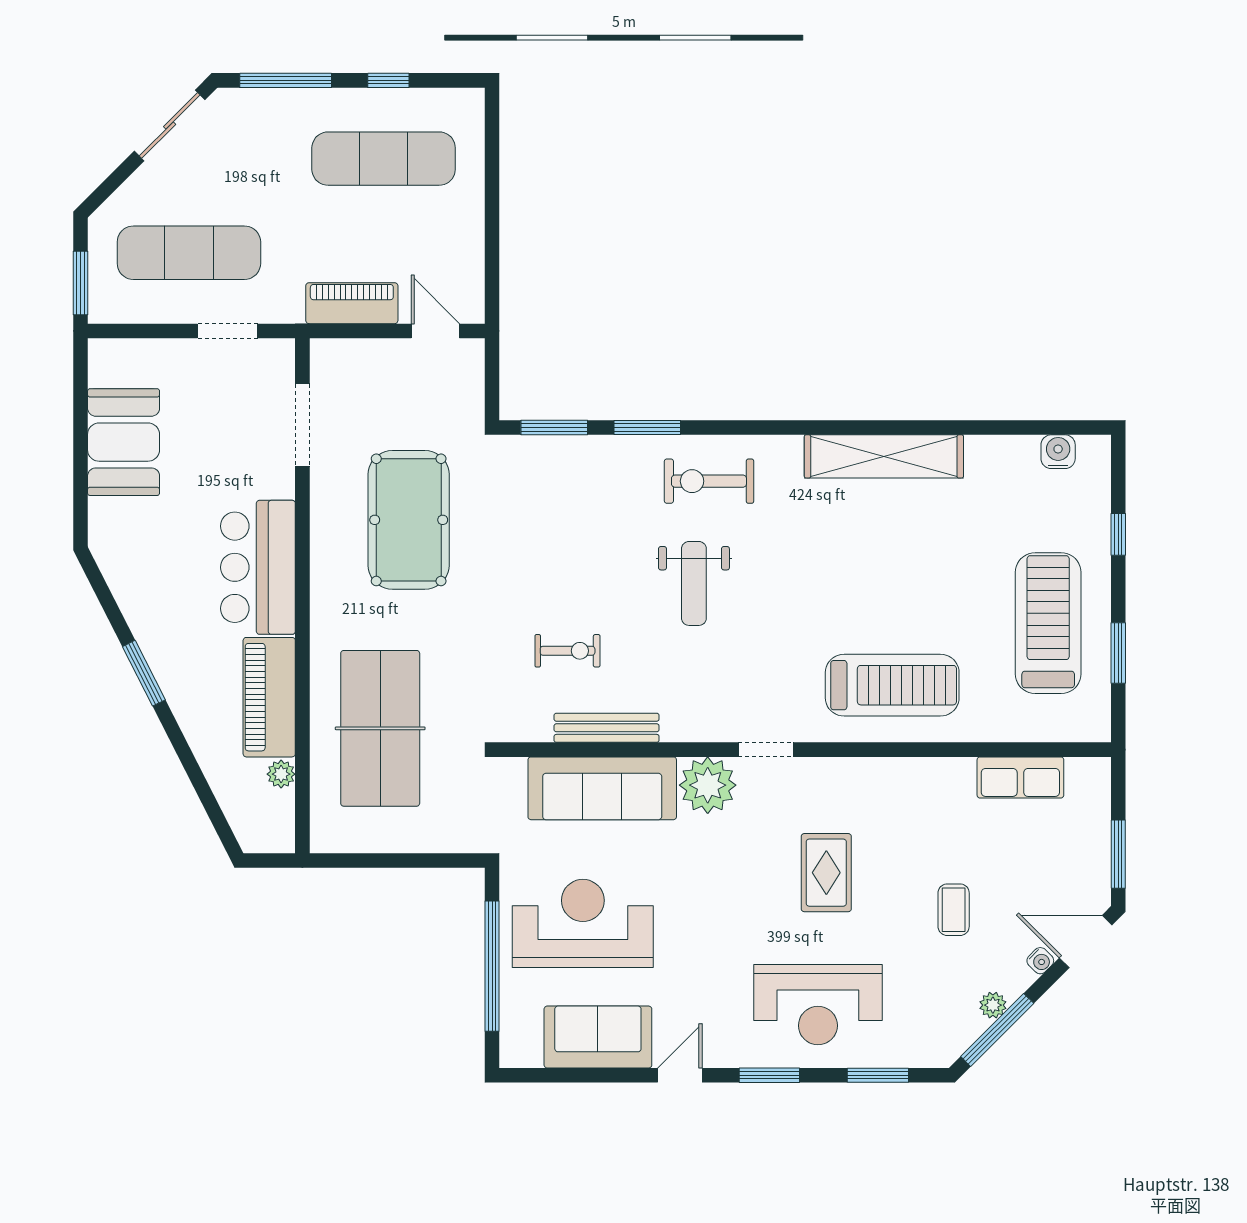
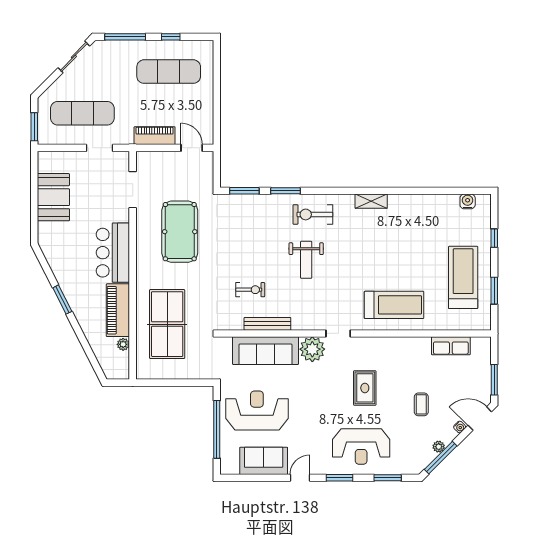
shelving: (884, 456) -> (371, 201), width x0.45, depth x0.75

